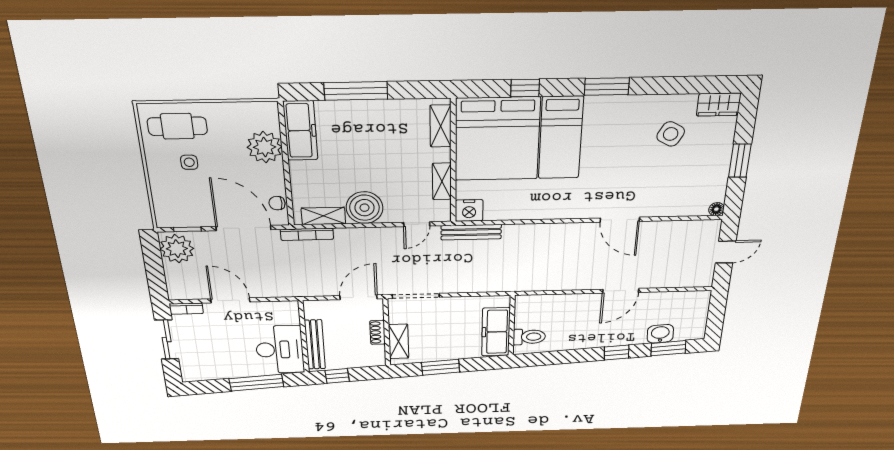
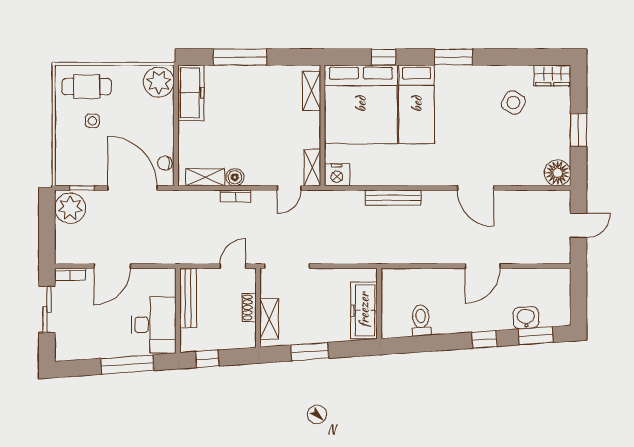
plant: (265, 147) -> (159, 82), moved
shelving: (442, 181) -> (312, 168), moved
boiler: (365, 208) -> (235, 177), width x0.54, depth x0.54
floor lamp: (716, 209) -> (558, 173), width x1.89, depth x1.89
bench: (471, 232) -> (393, 198), moved
bookcase: (307, 234) -> (235, 196), moved, width x0.64
door: (359, 297) -> (233, 266), width x0.73
door: (230, 300) -> (112, 266), swing flipped
toilet: (529, 337) -> (421, 320), moved, turned -94
bench: (315, 345) -> (188, 298), moved

